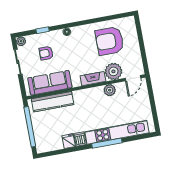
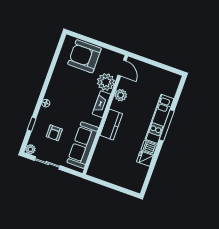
armchair: (110, 41) -> (84, 56), moved, turned 90
kitchen counter: (53, 102) -> (111, 124), moved, width x0.67
window: (30, 127) -> (112, 186), removed
kitchen unit: (117, 132) -> (159, 119), width x0.73

